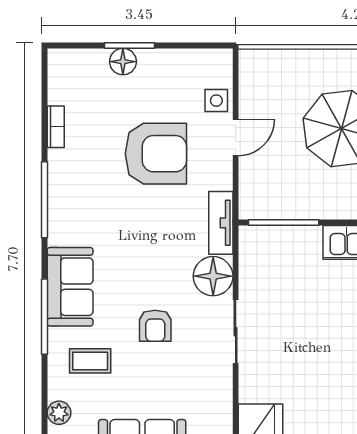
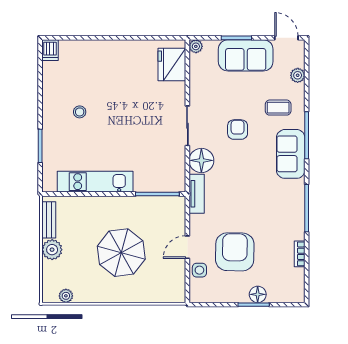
armchair: (156, 154) -> (235, 252), moved, turned 91

